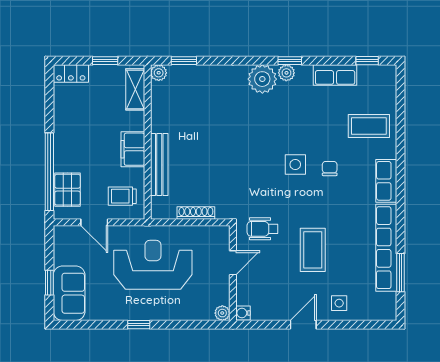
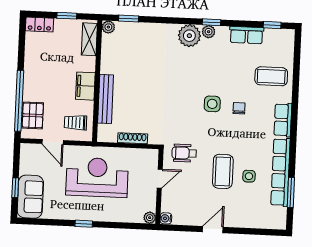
side table: (339, 303) -> (249, 176), moved

